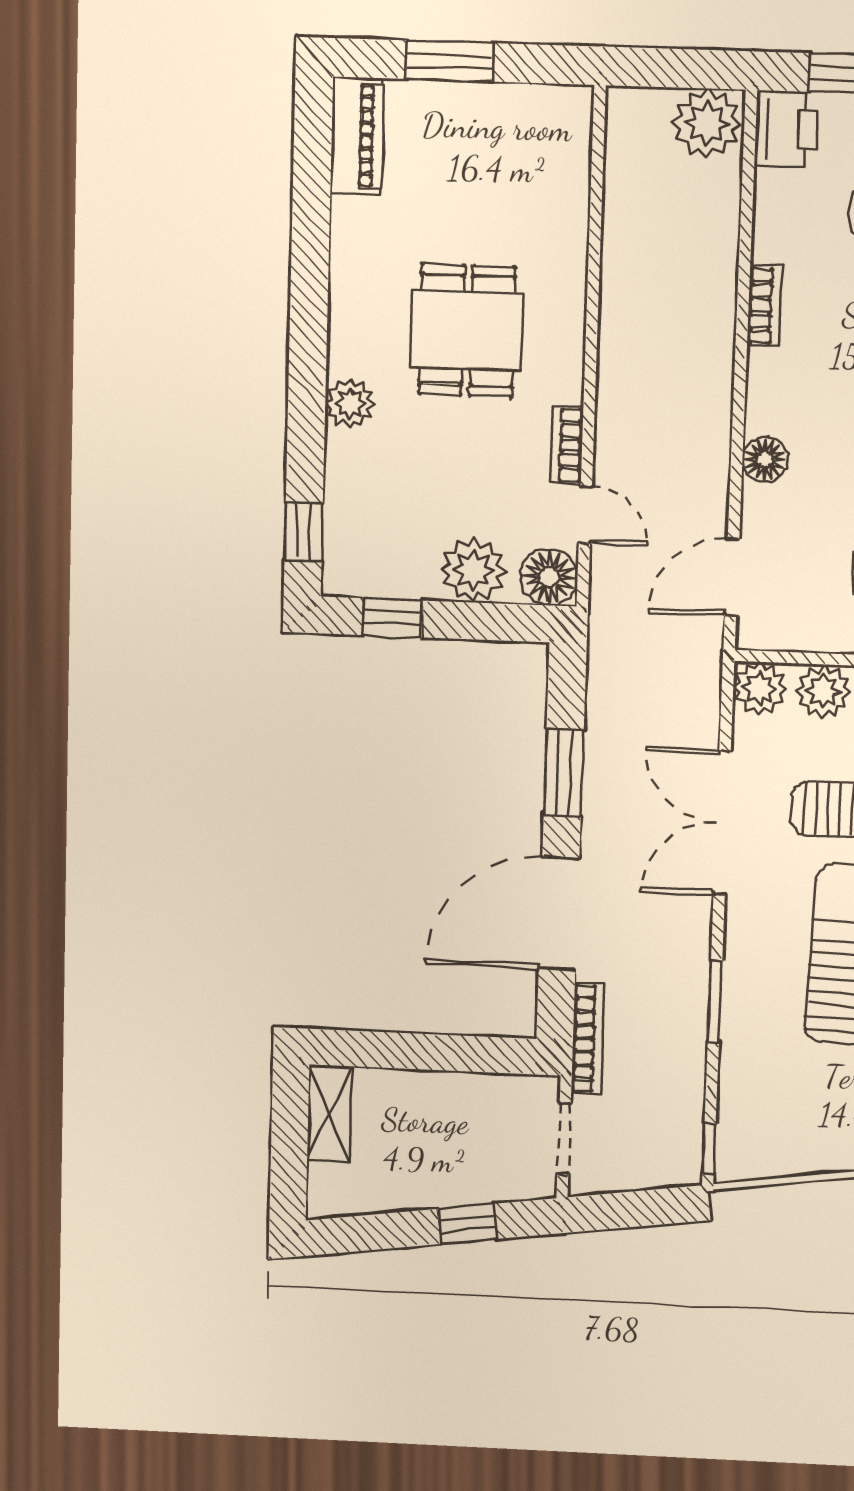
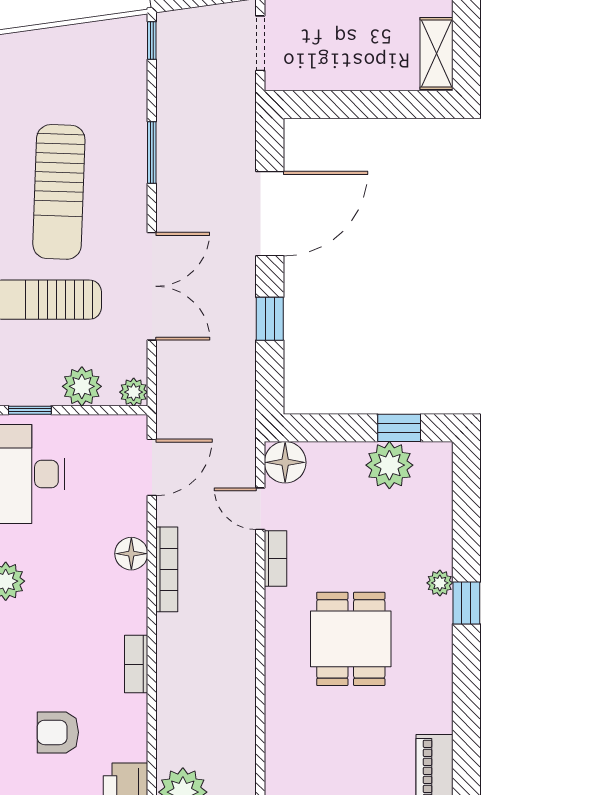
plant: (350, 404) -> (440, 583), width x0.73, depth x0.73
window: (304, 532) -> (466, 603), moved
plant: (473, 570) -> (389, 465), moved
plant: (760, 688) -> (134, 392), width x0.73, depth x0.73
window: (564, 772) -> (270, 319), width x0.67
bookcase: (588, 1038) -> (167, 569), moved, turned 180

